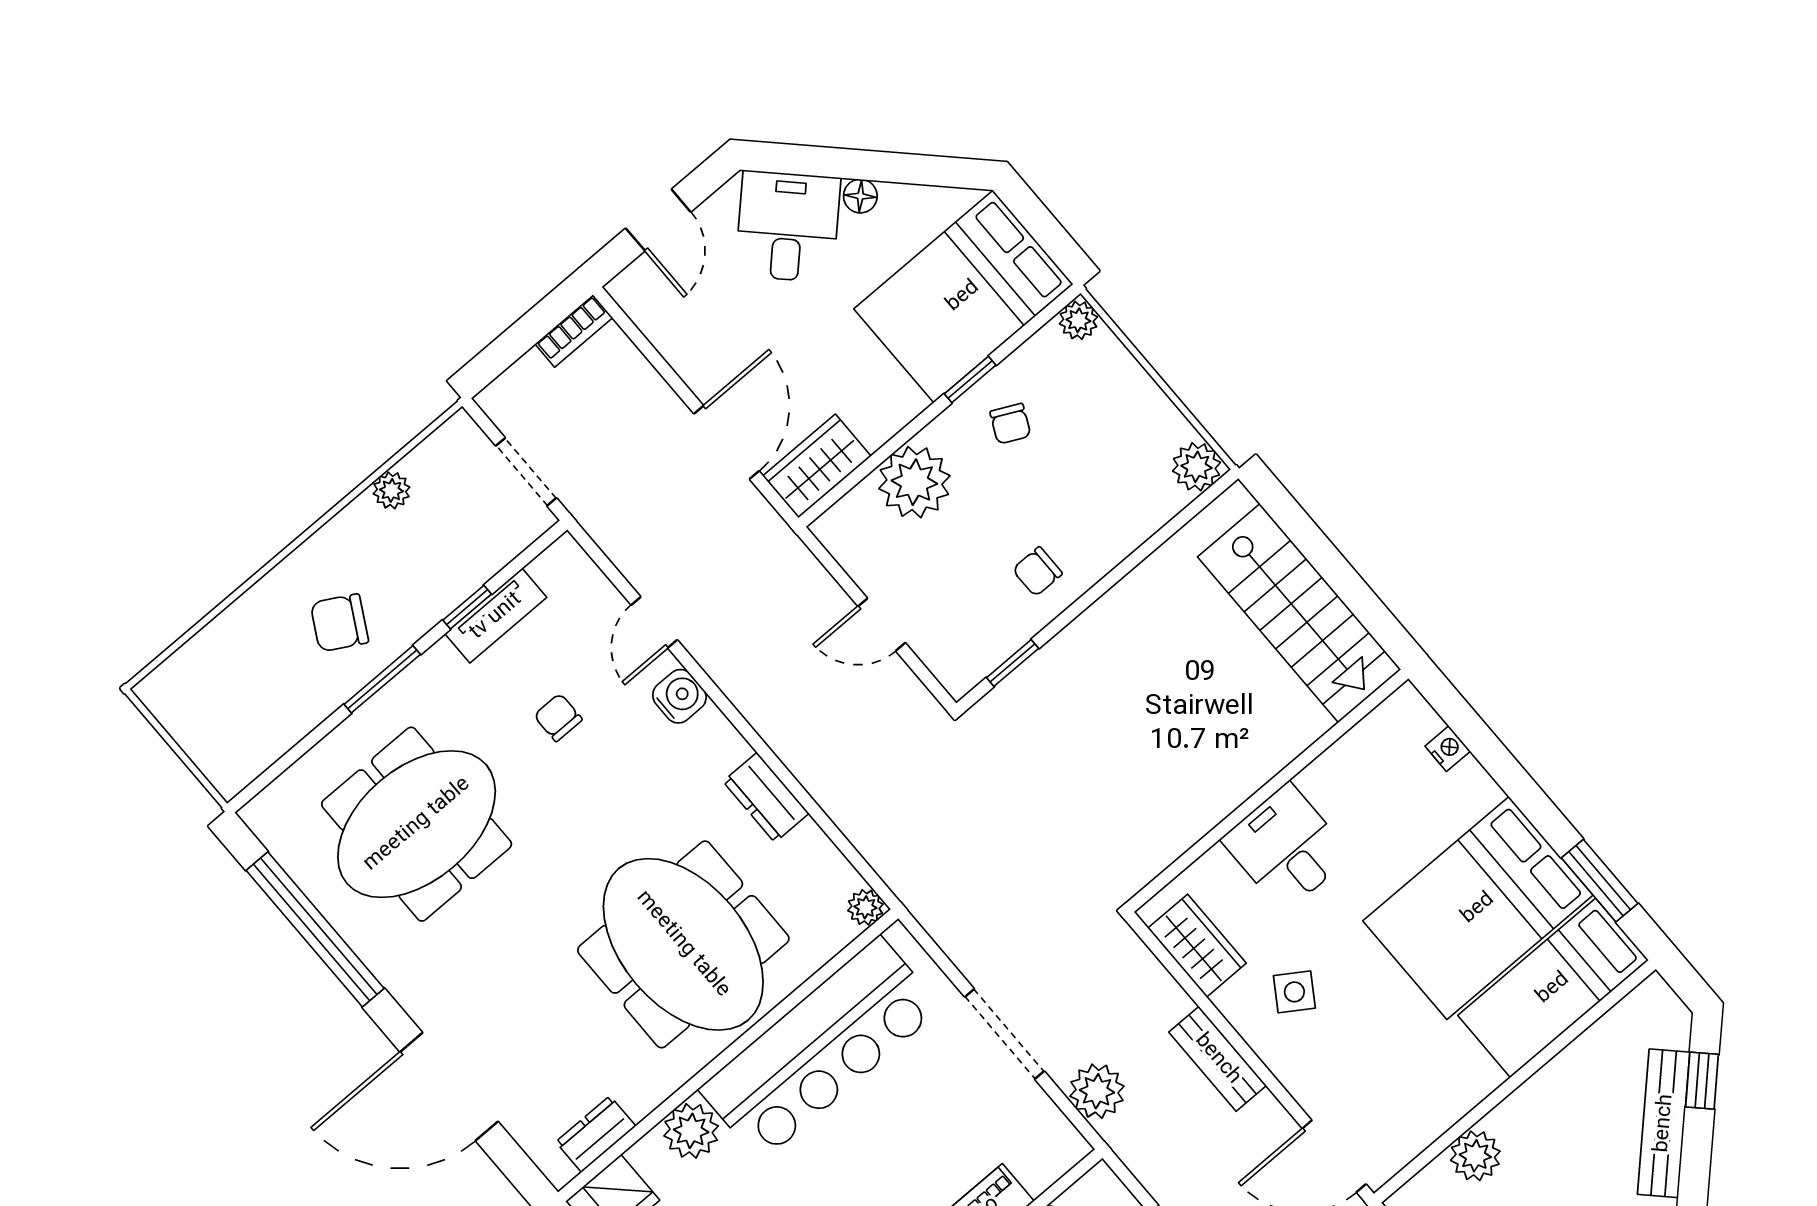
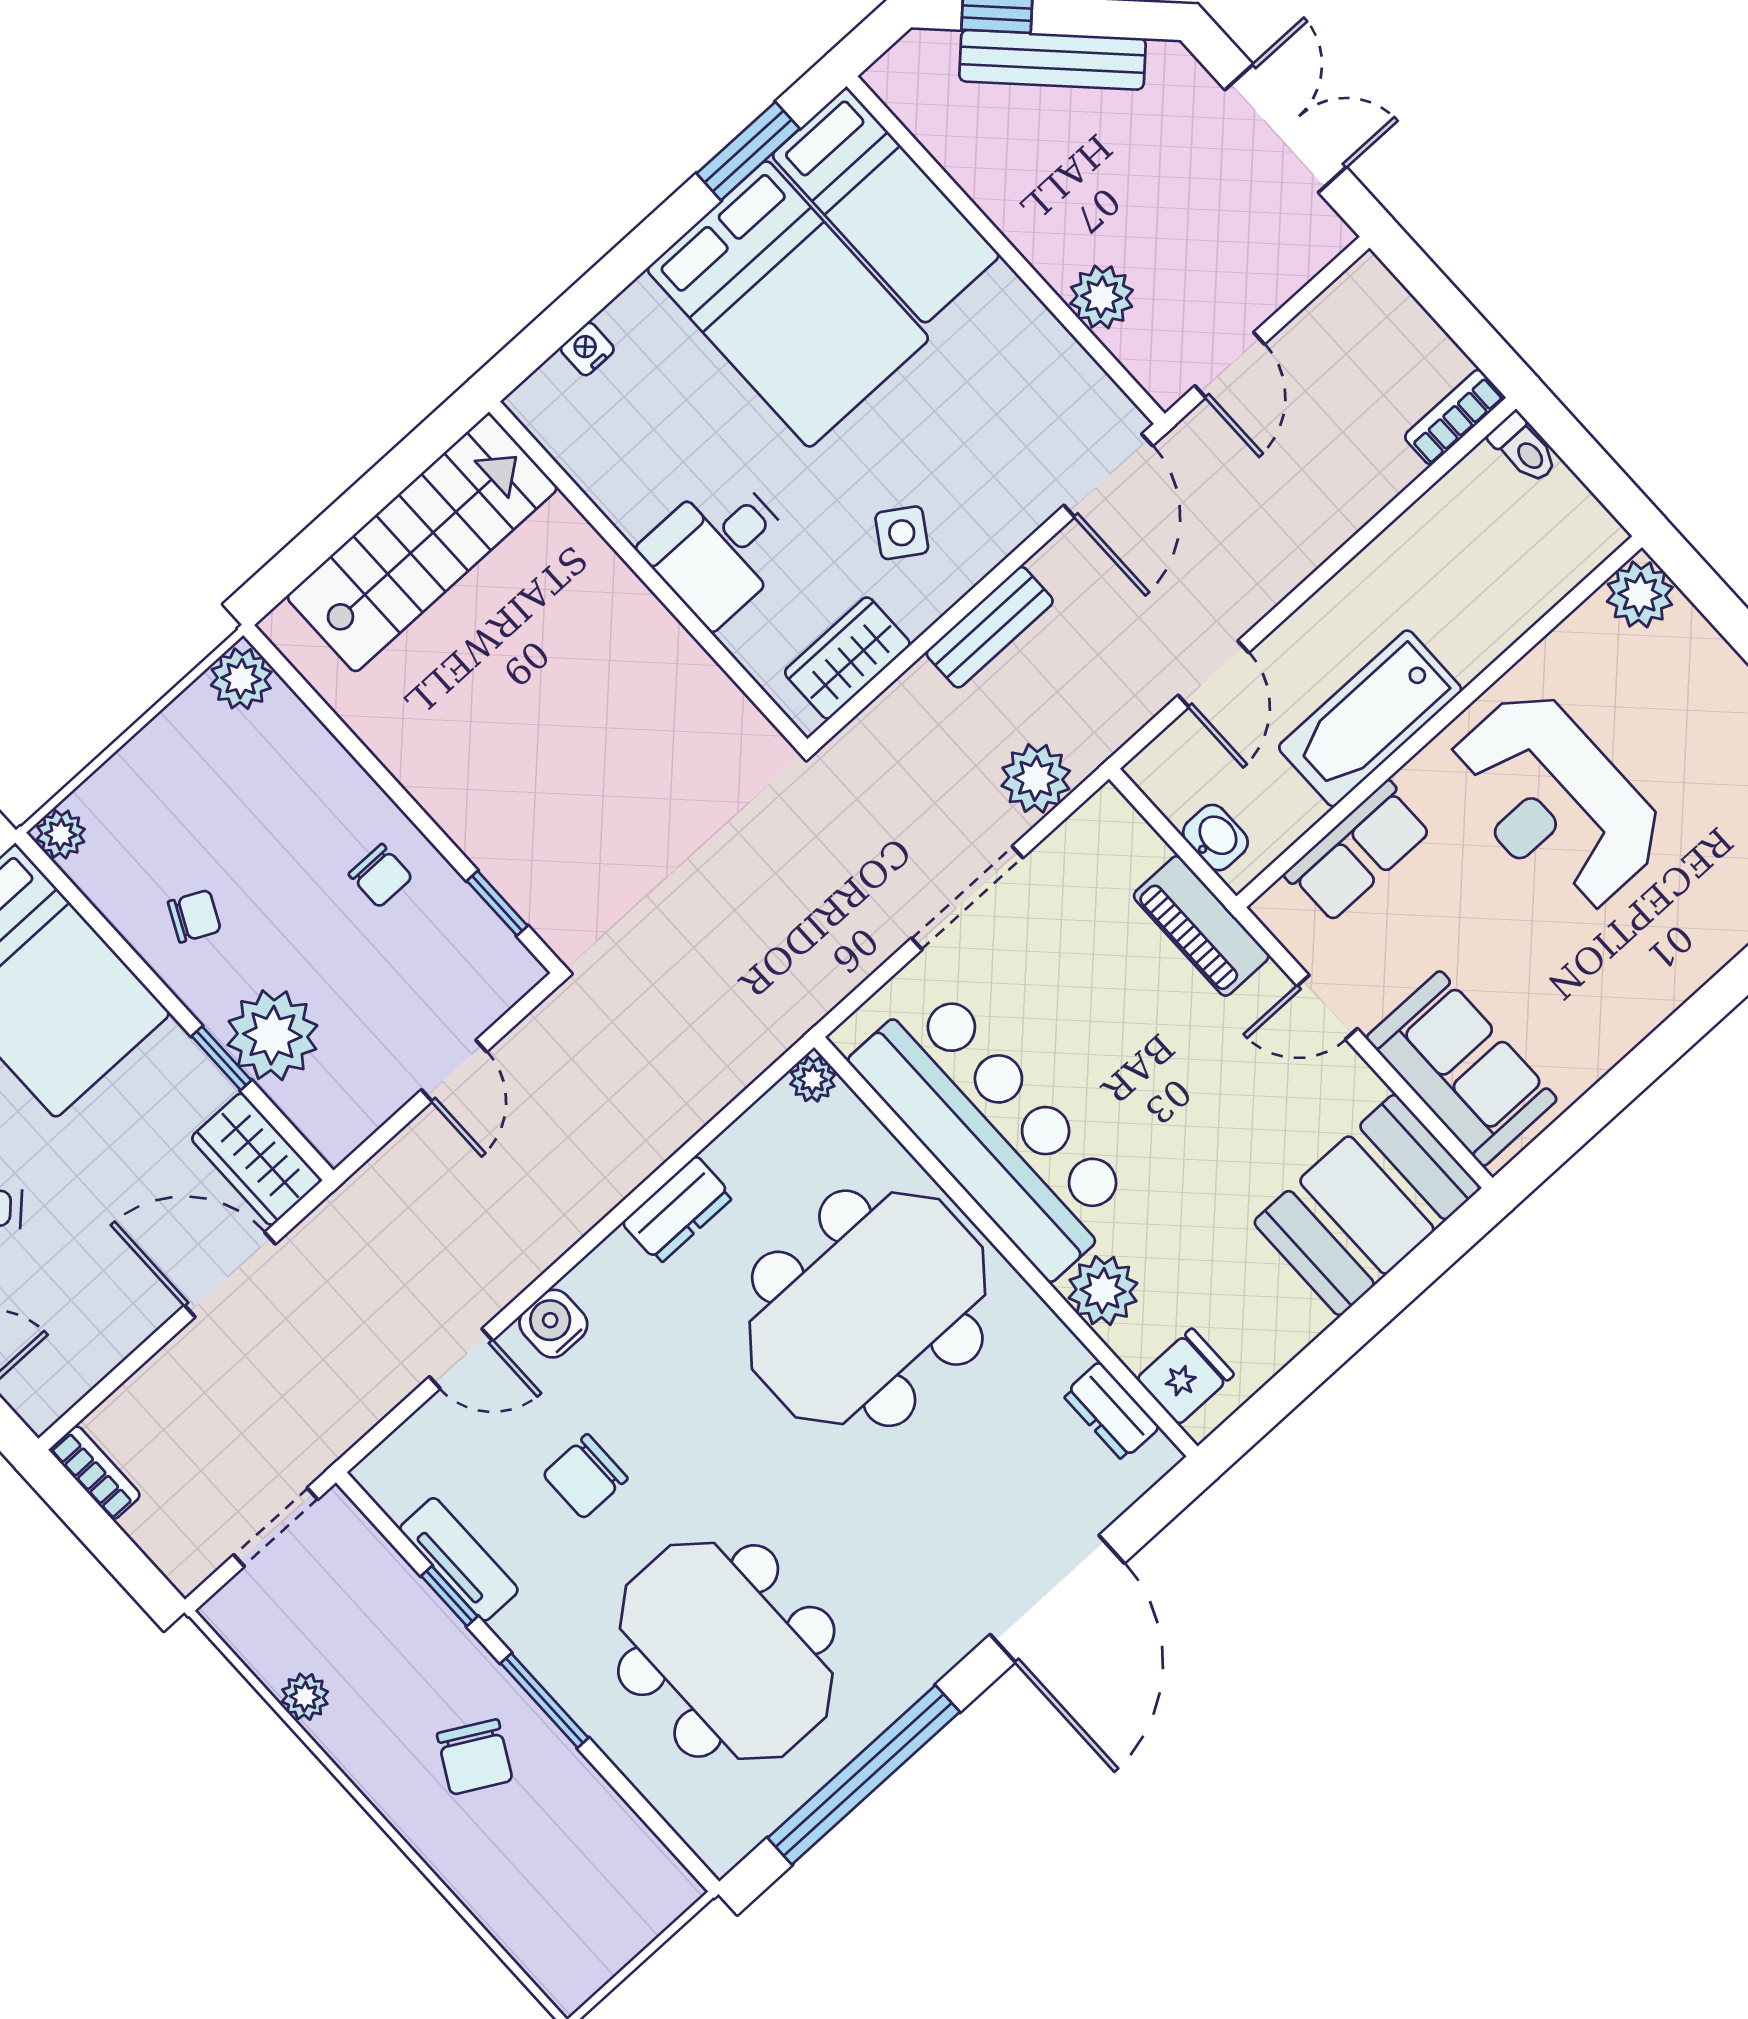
window: (970, 380) -> (221, 1058), moved
chair: (558, 717) -> (585, 1476), width x1.37, depth x1.37

